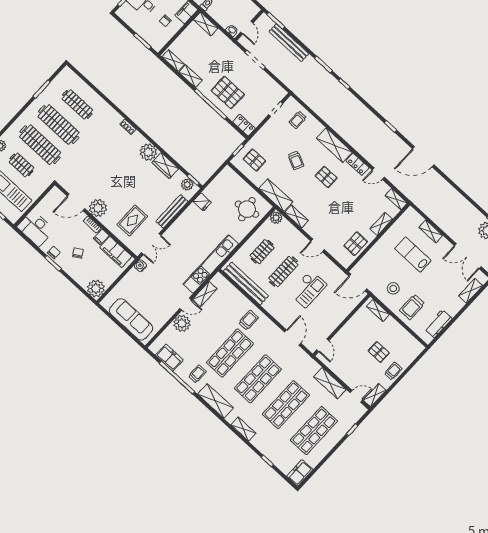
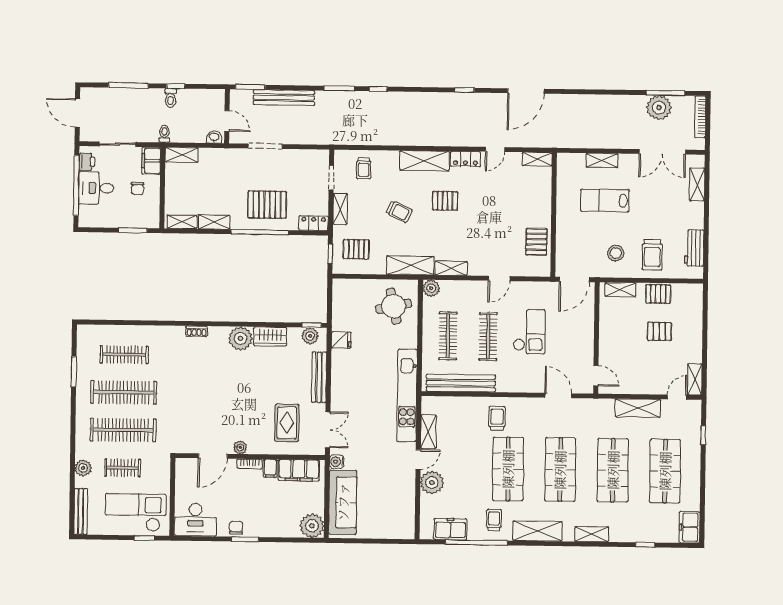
plant: (98, 208) -> (240, 447), width x0.53, depth x0.53
shelving: (381, 224) -> (340, 209), moved
clothes rail: (262, 252) -> (448, 336), width x1.36
chair: (78, 253) -> (261, 506), removed
sofa: (131, 319) -> (343, 502), moved, turned 90
pallet: (396, 331) -> (658, 294), added
trolley: (393, 371) -> (691, 338), removed

